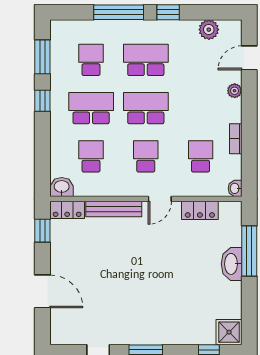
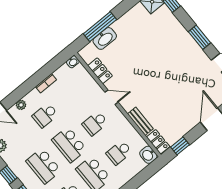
school desk: (201, 156) -> (45, 115), moved
bench: (114, 209) -> (140, 121), width x0.73
washbasin: (232, 264) -> (105, 38), moved

